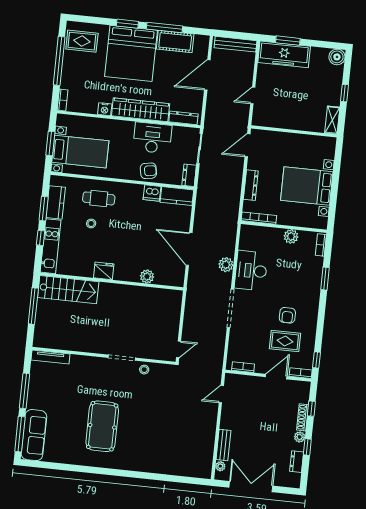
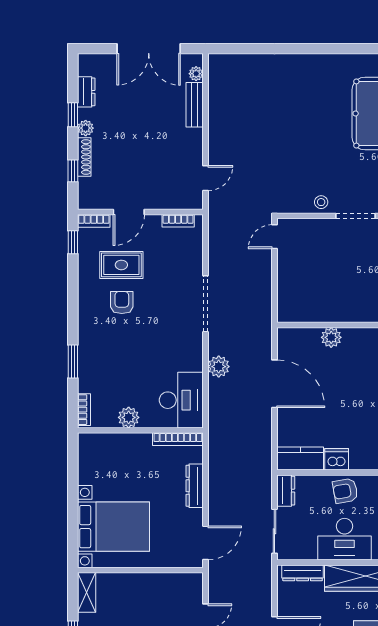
bed with nightstands: (307, 186) -> (113, 527), moved
desk: (251, 271) -> (181, 400), moved

